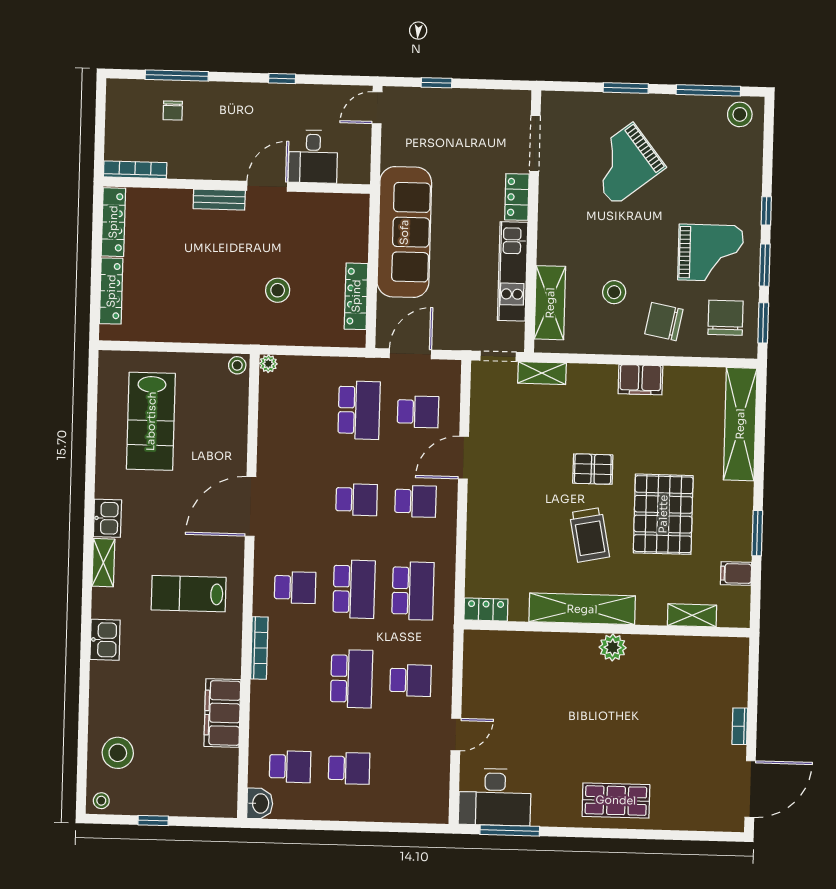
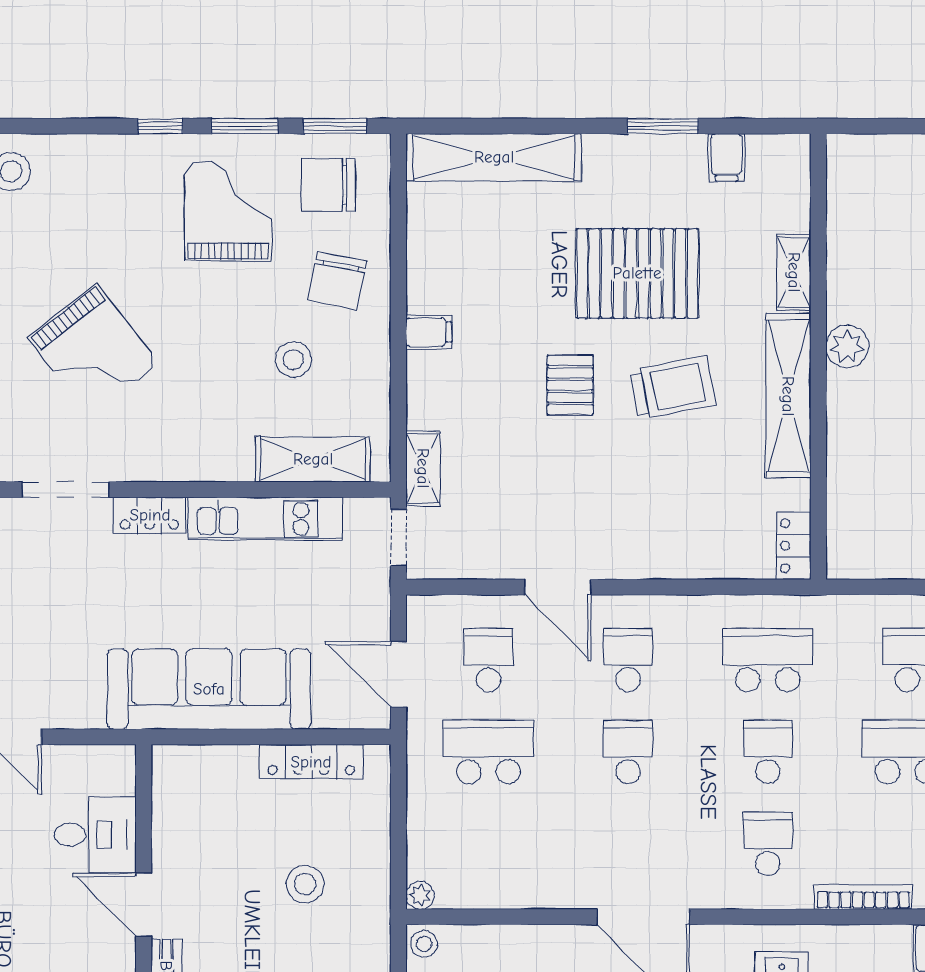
filing cabinet: (640, 380) -> (429, 332), width x0.50
school desk: (354, 589) -> (768, 752), width x0.54
shelving: (692, 615) -> (794, 272), moved

